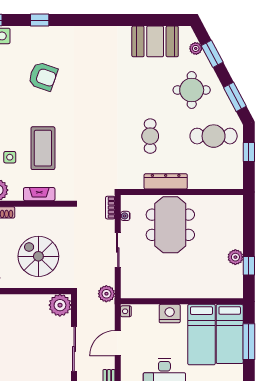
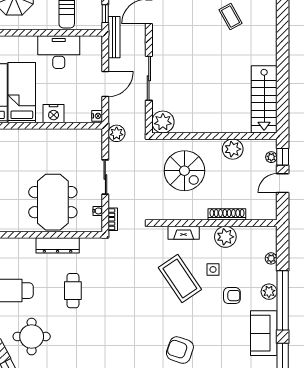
coffee table: (43, 148) -> (180, 279), turned -34

